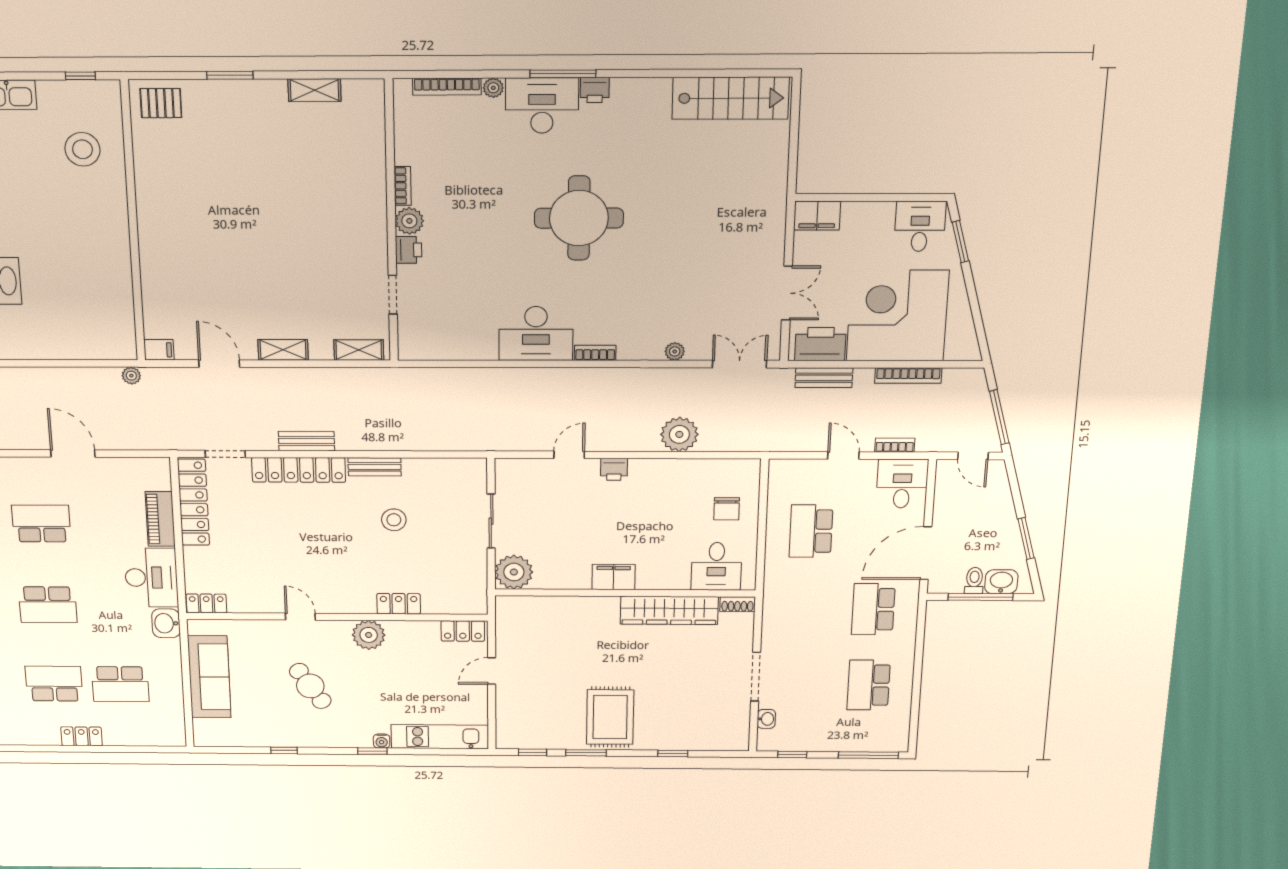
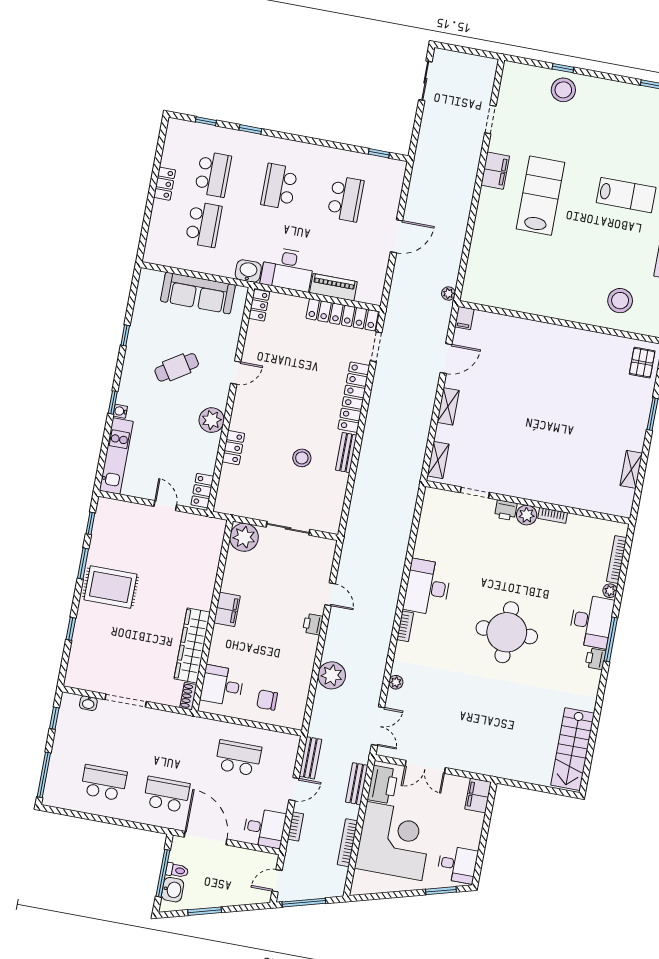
bench: (306, 441) -> (310, 758), moved
school desk: (120, 684) -> (204, 224), turned 180

